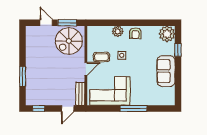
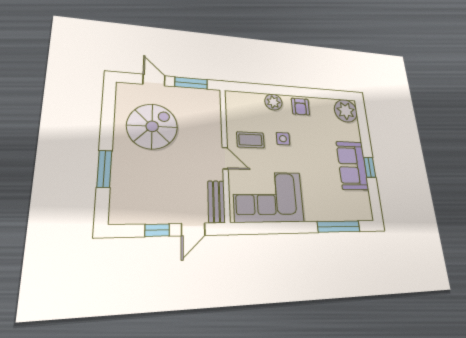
spiral stairs: (69, 41) -> (152, 126), moved, turned 180
window: (178, 50) -> (370, 167), moved
door: (86, 69) -> (225, 158), hinge flipped
window: (39, 108) -> (157, 230), moved
window: (133, 108) -> (339, 226), moved

